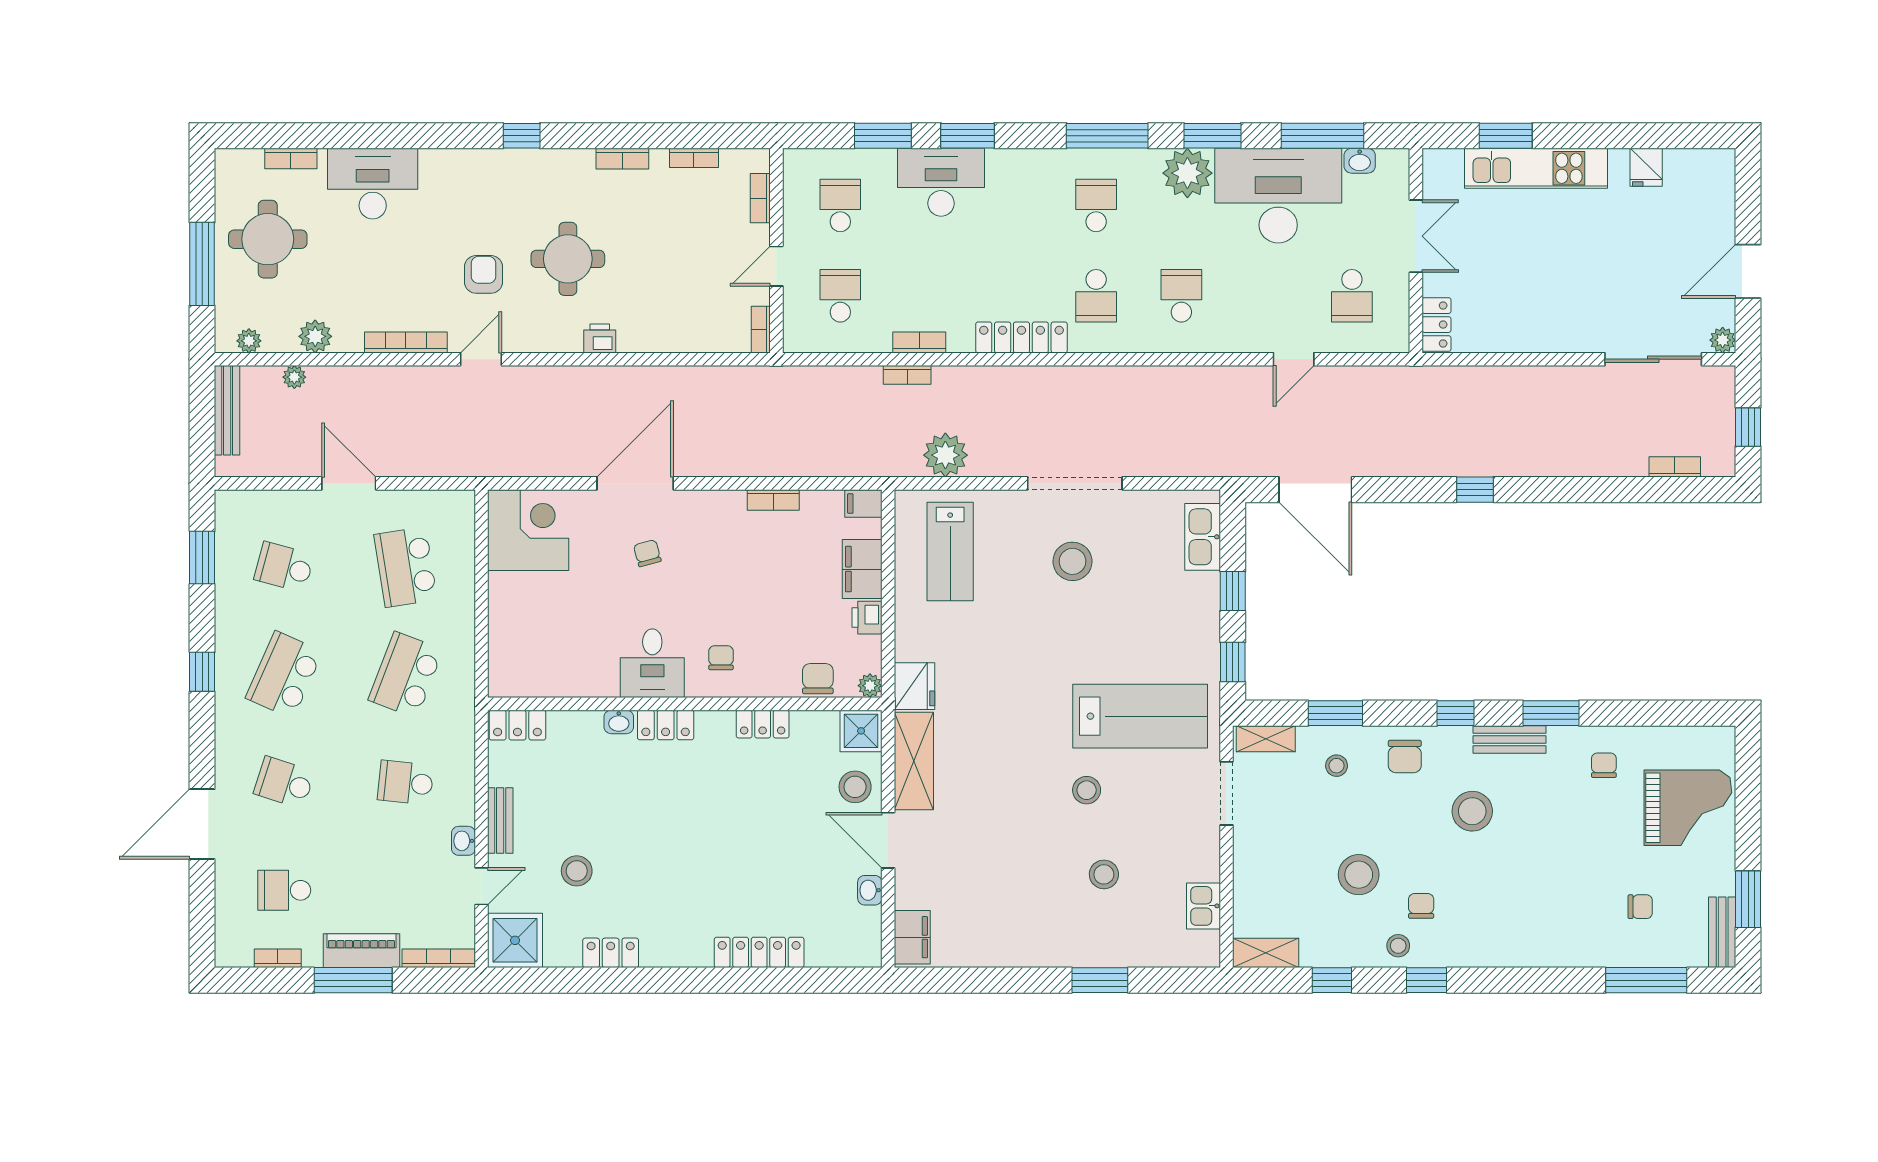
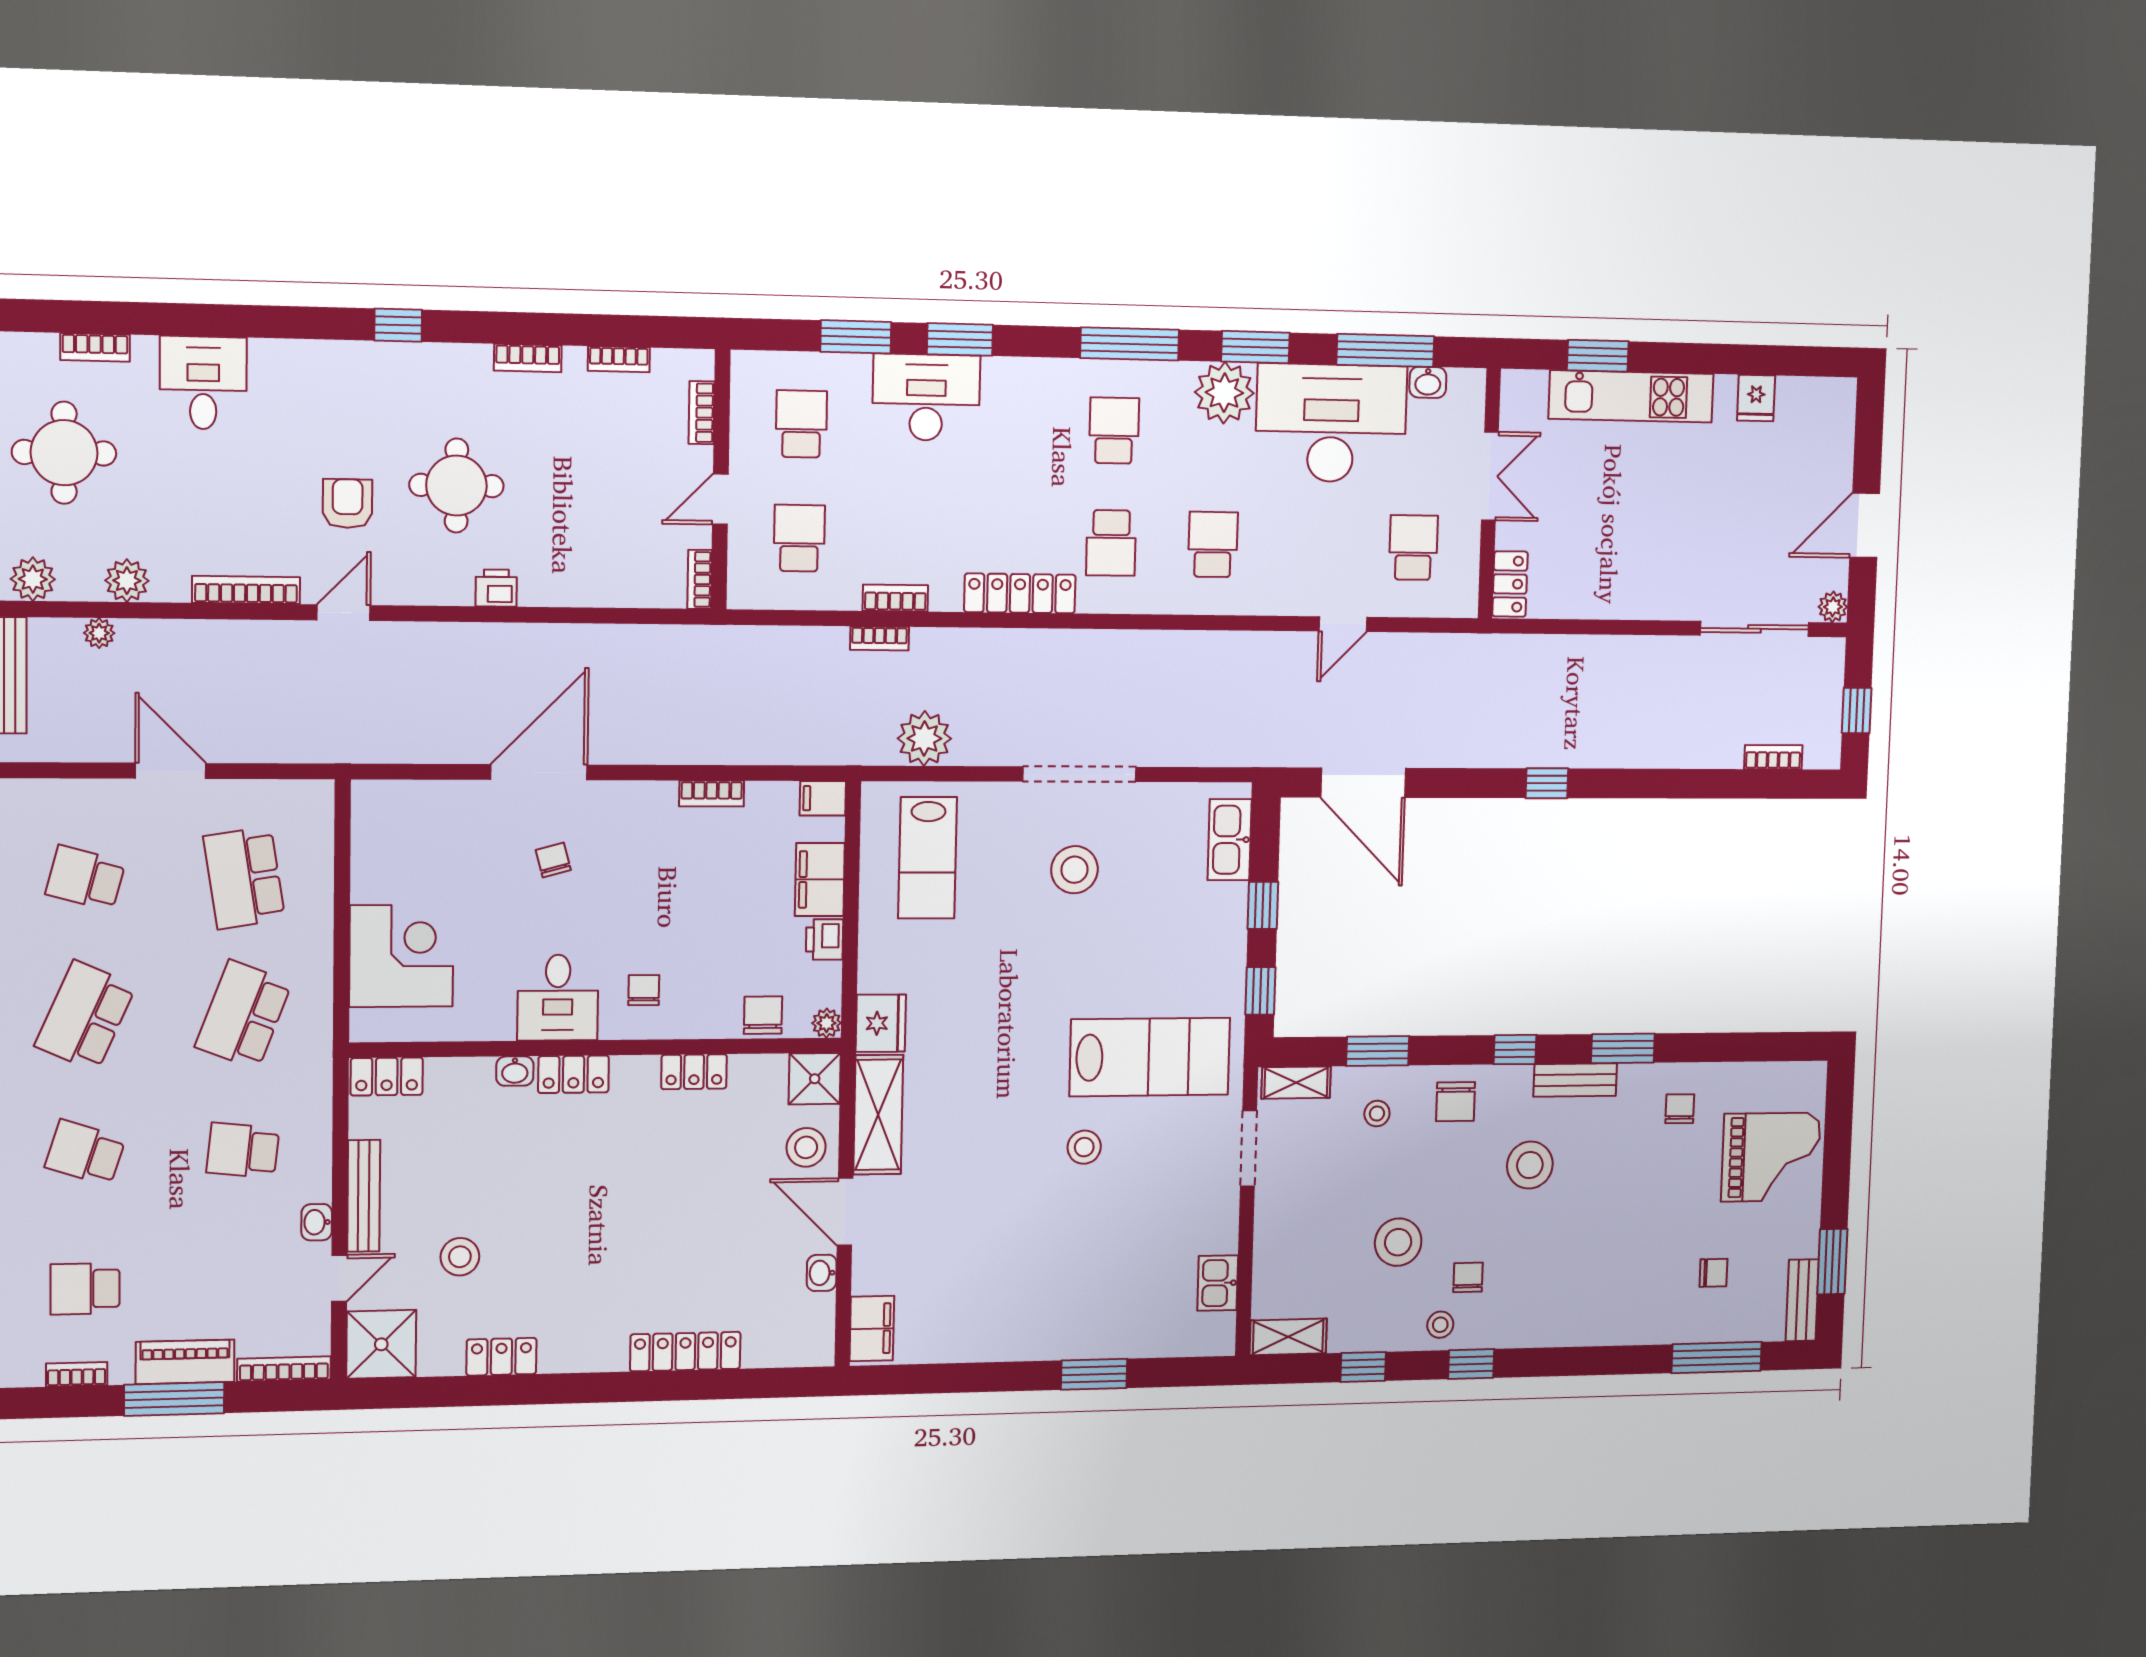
desk: (373, 184) -> (203, 383), width x0.73
school desk: (1352, 296) -> (1413, 548), turned 180
plant: (249, 341) -> (33, 579), width x1.38, depth x1.38
corner desk: (528, 530) -> (401, 956), moved
bench: (500, 820) -> (364, 1196), width x1.36
stool: (1104, 874) -> (1102, 1248), removed

